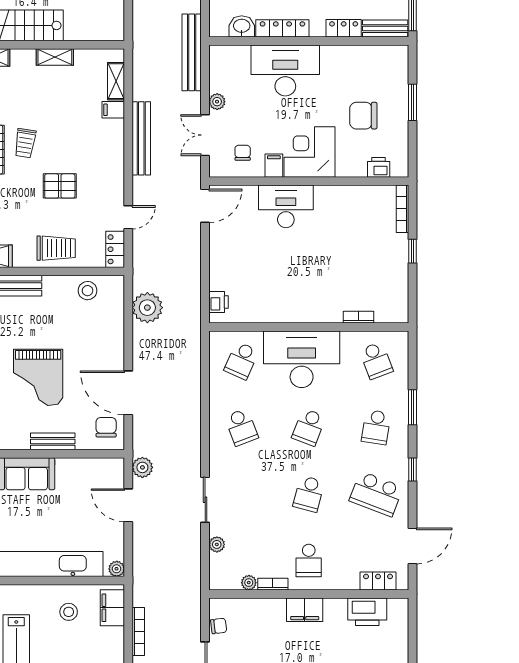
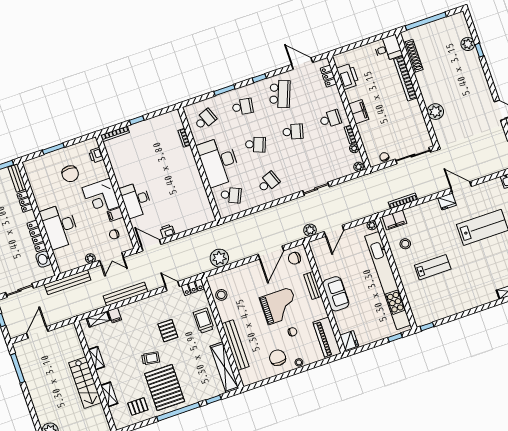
printer: (219, 302) -> (167, 231), moved
plant: (217, 544) -> (359, 167), moved

